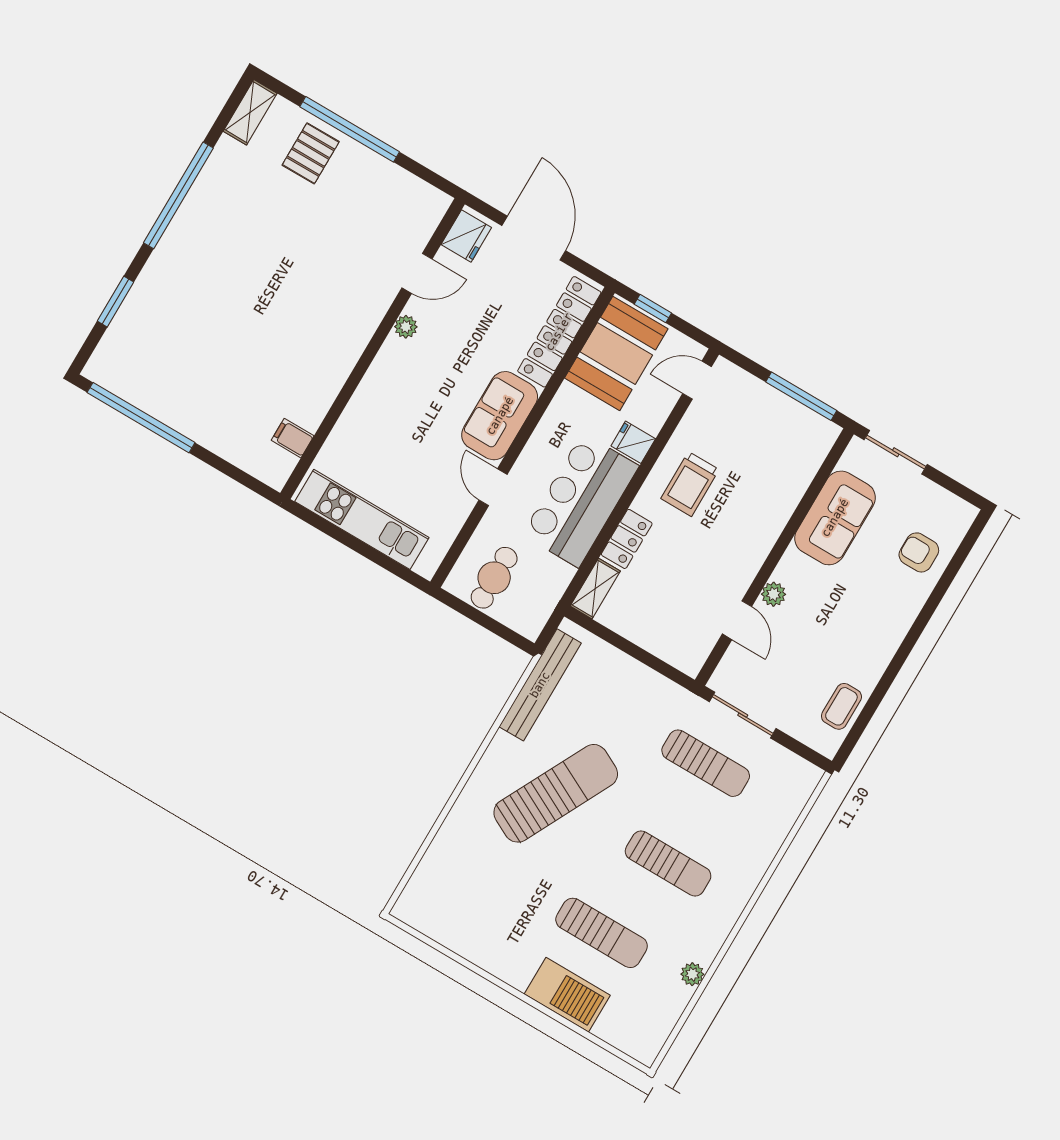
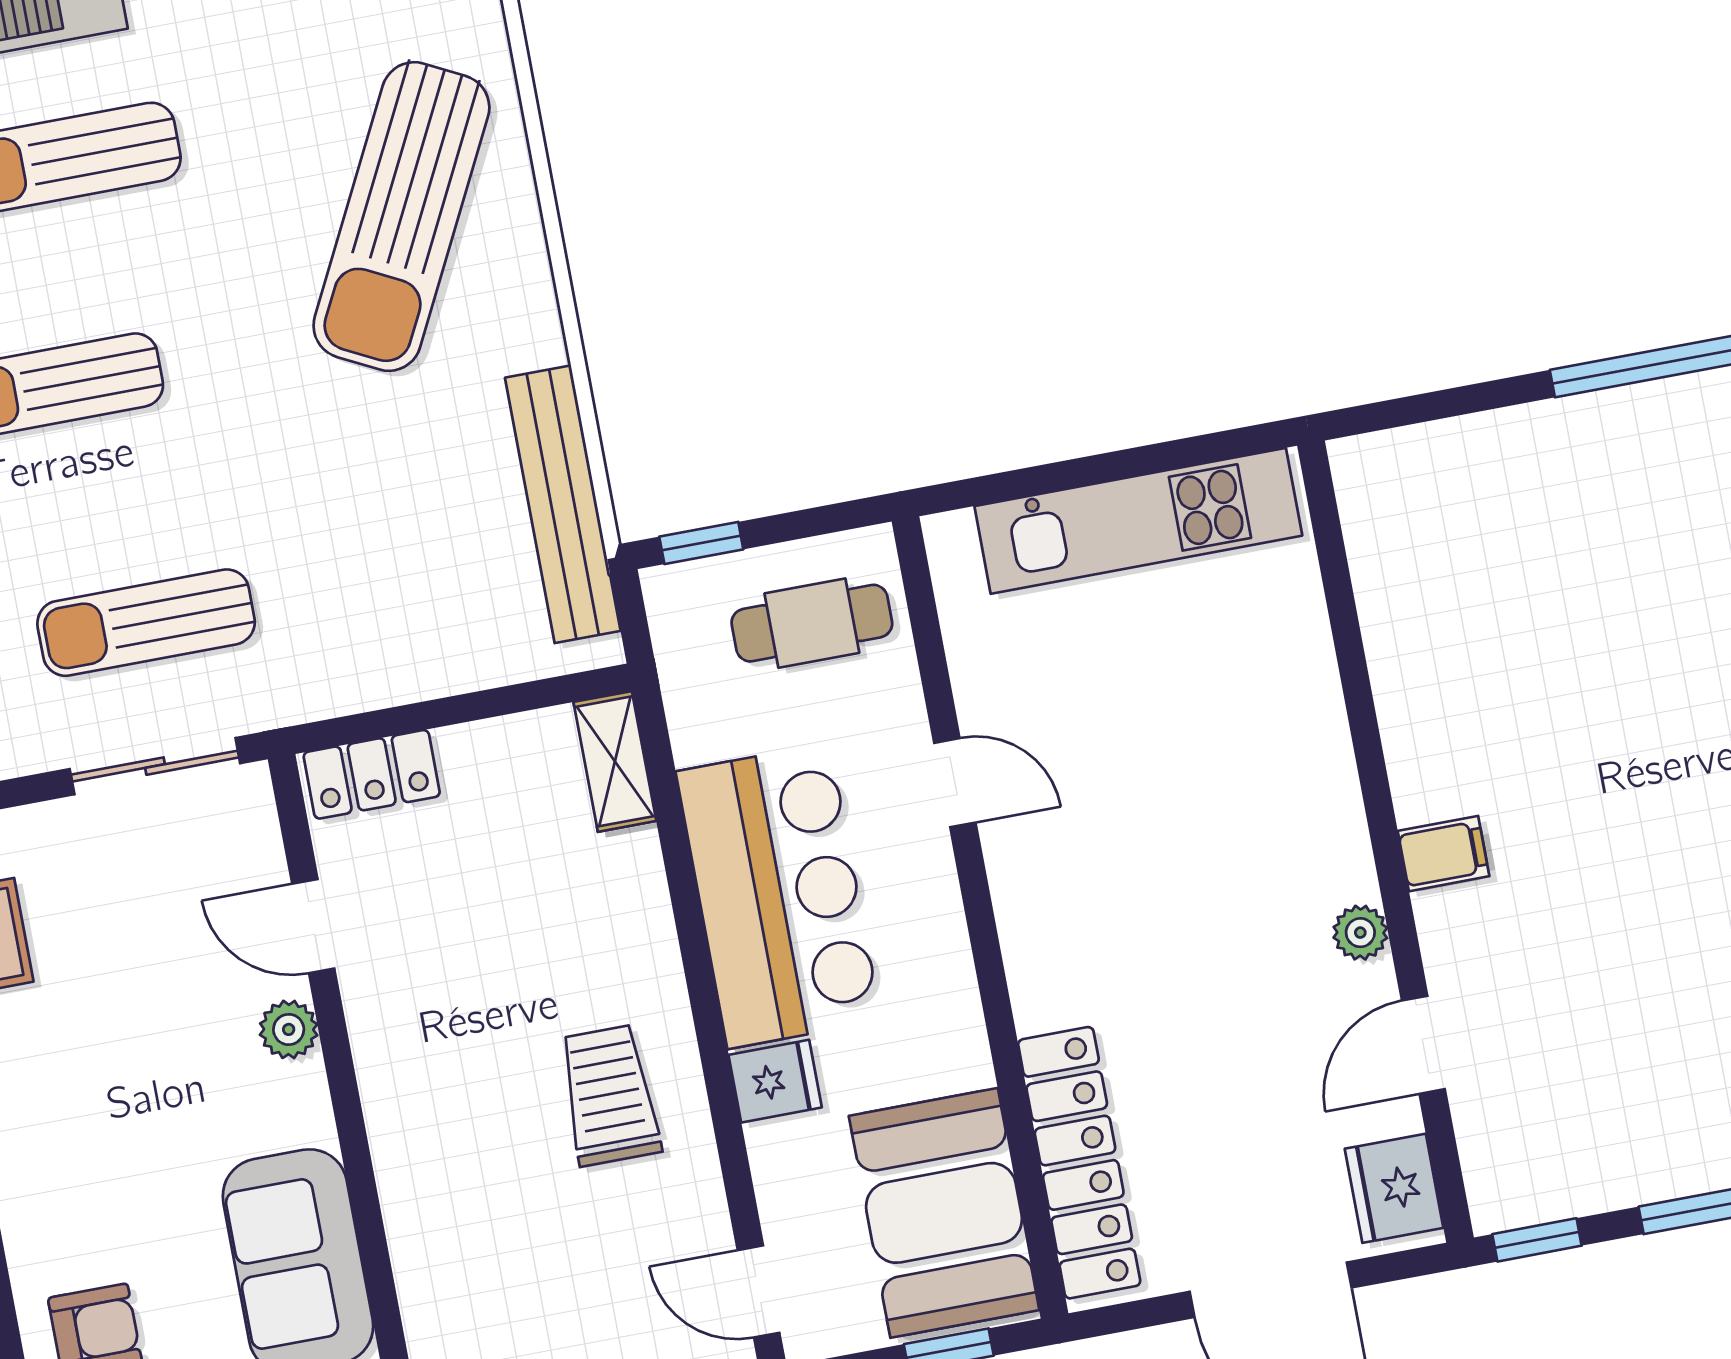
window: (435, 180) -> (1537, 1240), added
door: (697, 380) -> (759, 1291), swing flipped
sofa: (500, 416) -> (1055, 920), removed
filing cabinet: (293, 438) -> (1444, 854), moved
locker: (627, 539) -> (372, 774), moved, turned -90
cafe table: (494, 578) -> (812, 623), turned 90
window: (507, 634) -> (701, 543), added
sun lounger: (556, 793) -> (401, 217), moved

